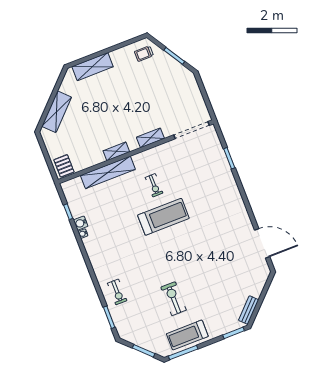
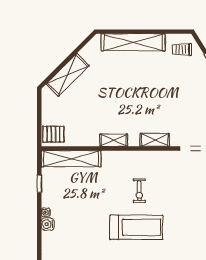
shelving: (92, 67) -> (133, 42), width x1.47
pallet: (64, 166) -> (53, 134), turned 90
shelving: (108, 172) -> (71, 159), moved
water cooler: (81, 223) -> (48, 224), moved

